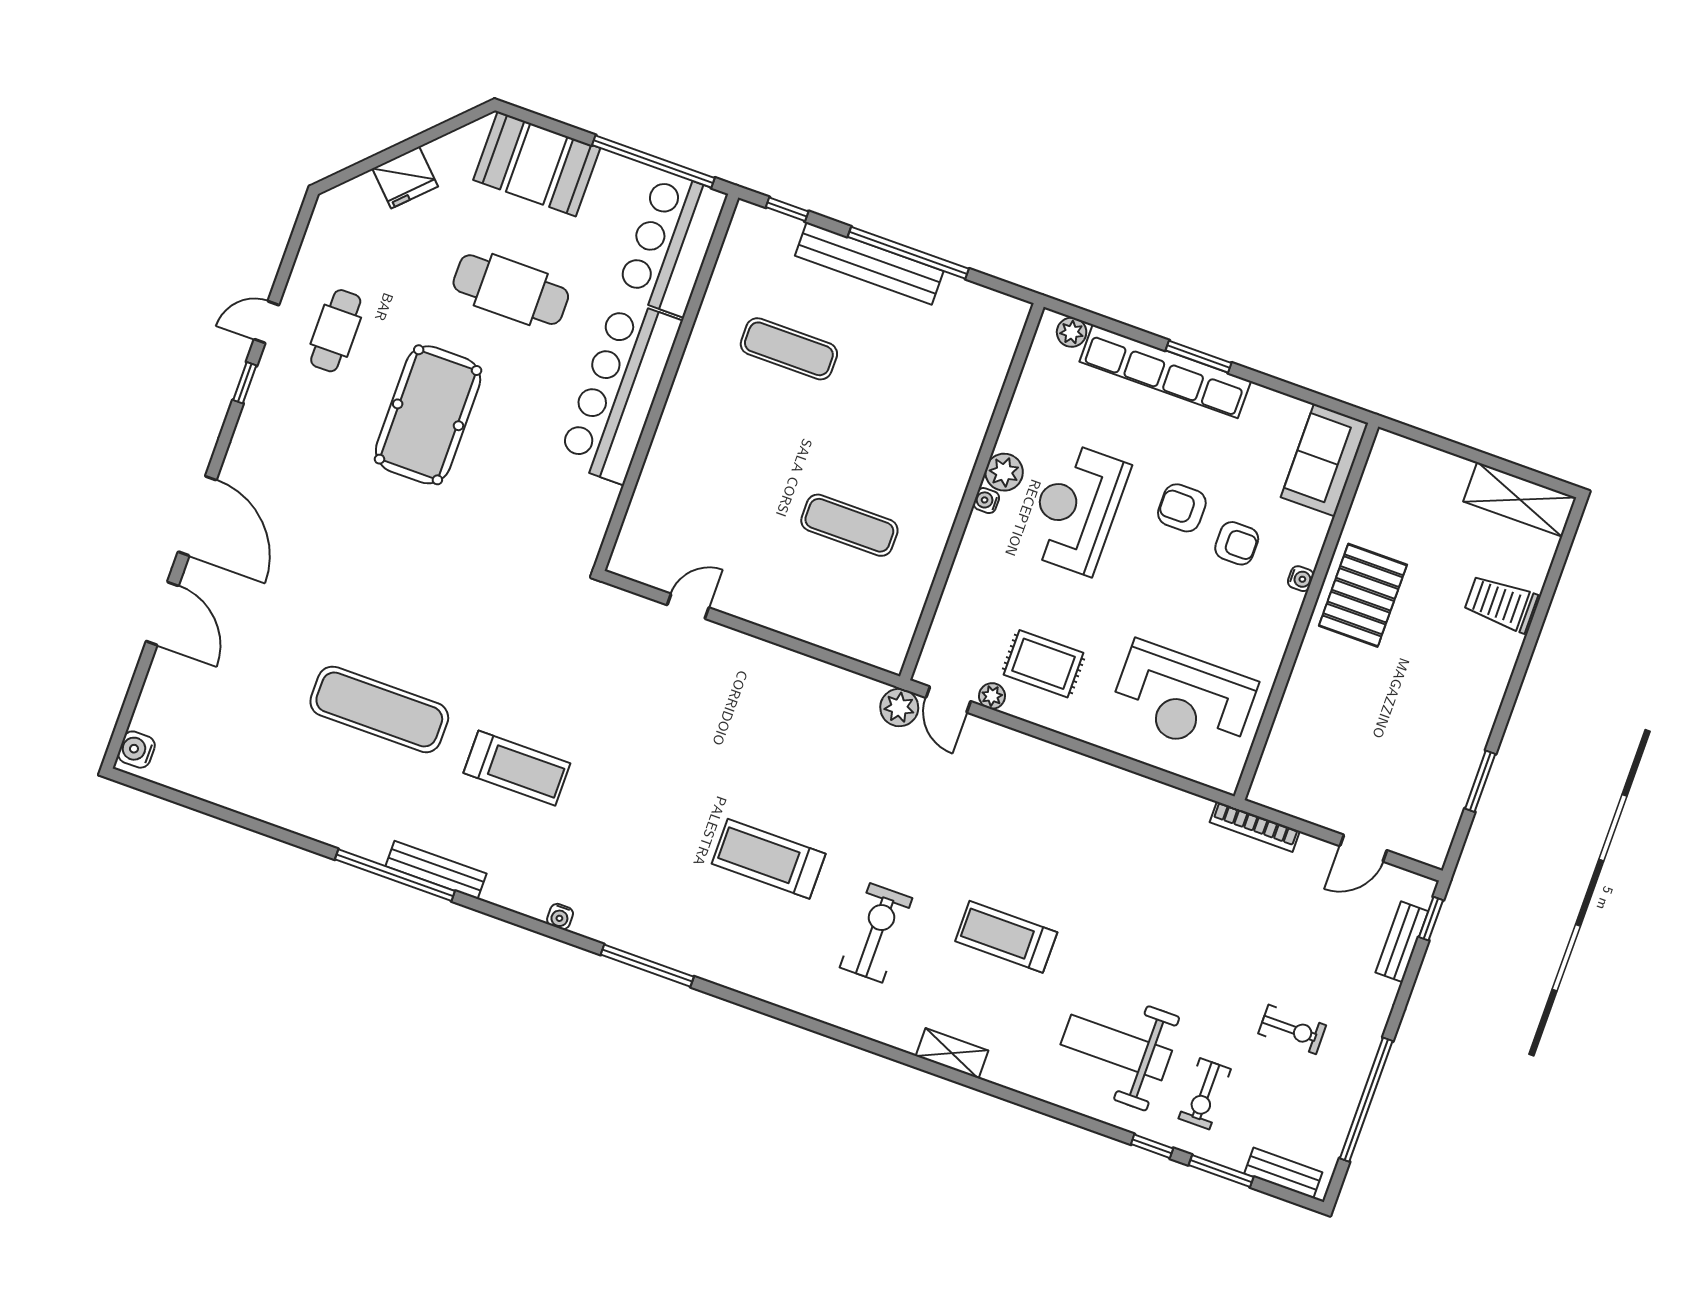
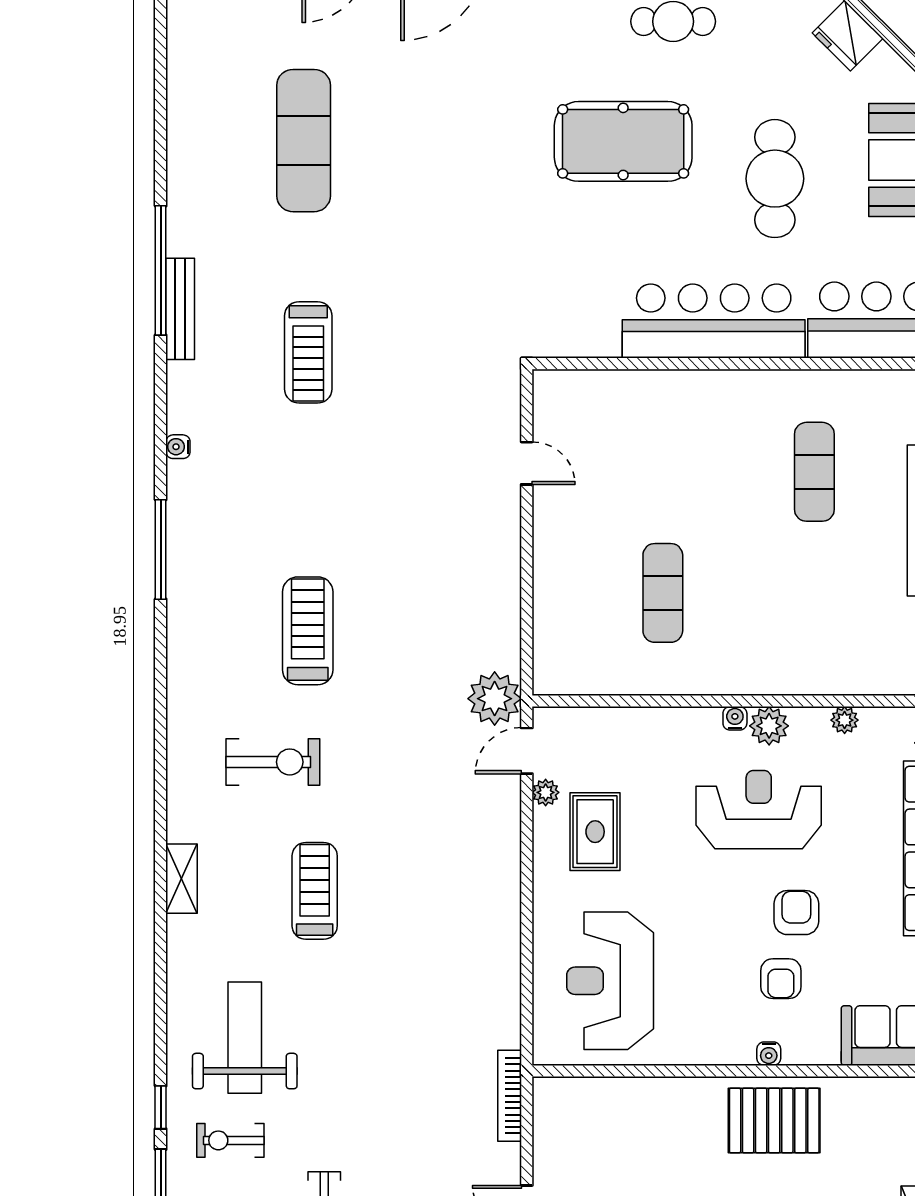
plant: (1023, 402) -> (845, 720), added
plant: (899, 707) -> (495, 699), width x1.36, depth x1.36
exercise mat: (379, 709) -> (304, 141), moved

